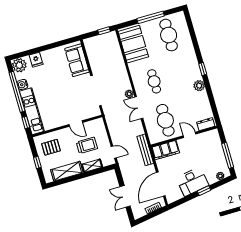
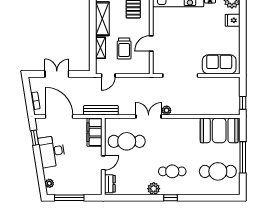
cafe table: (154, 81) -> (172, 171), moved
window: (204, 191) -> (35, 138), moved

